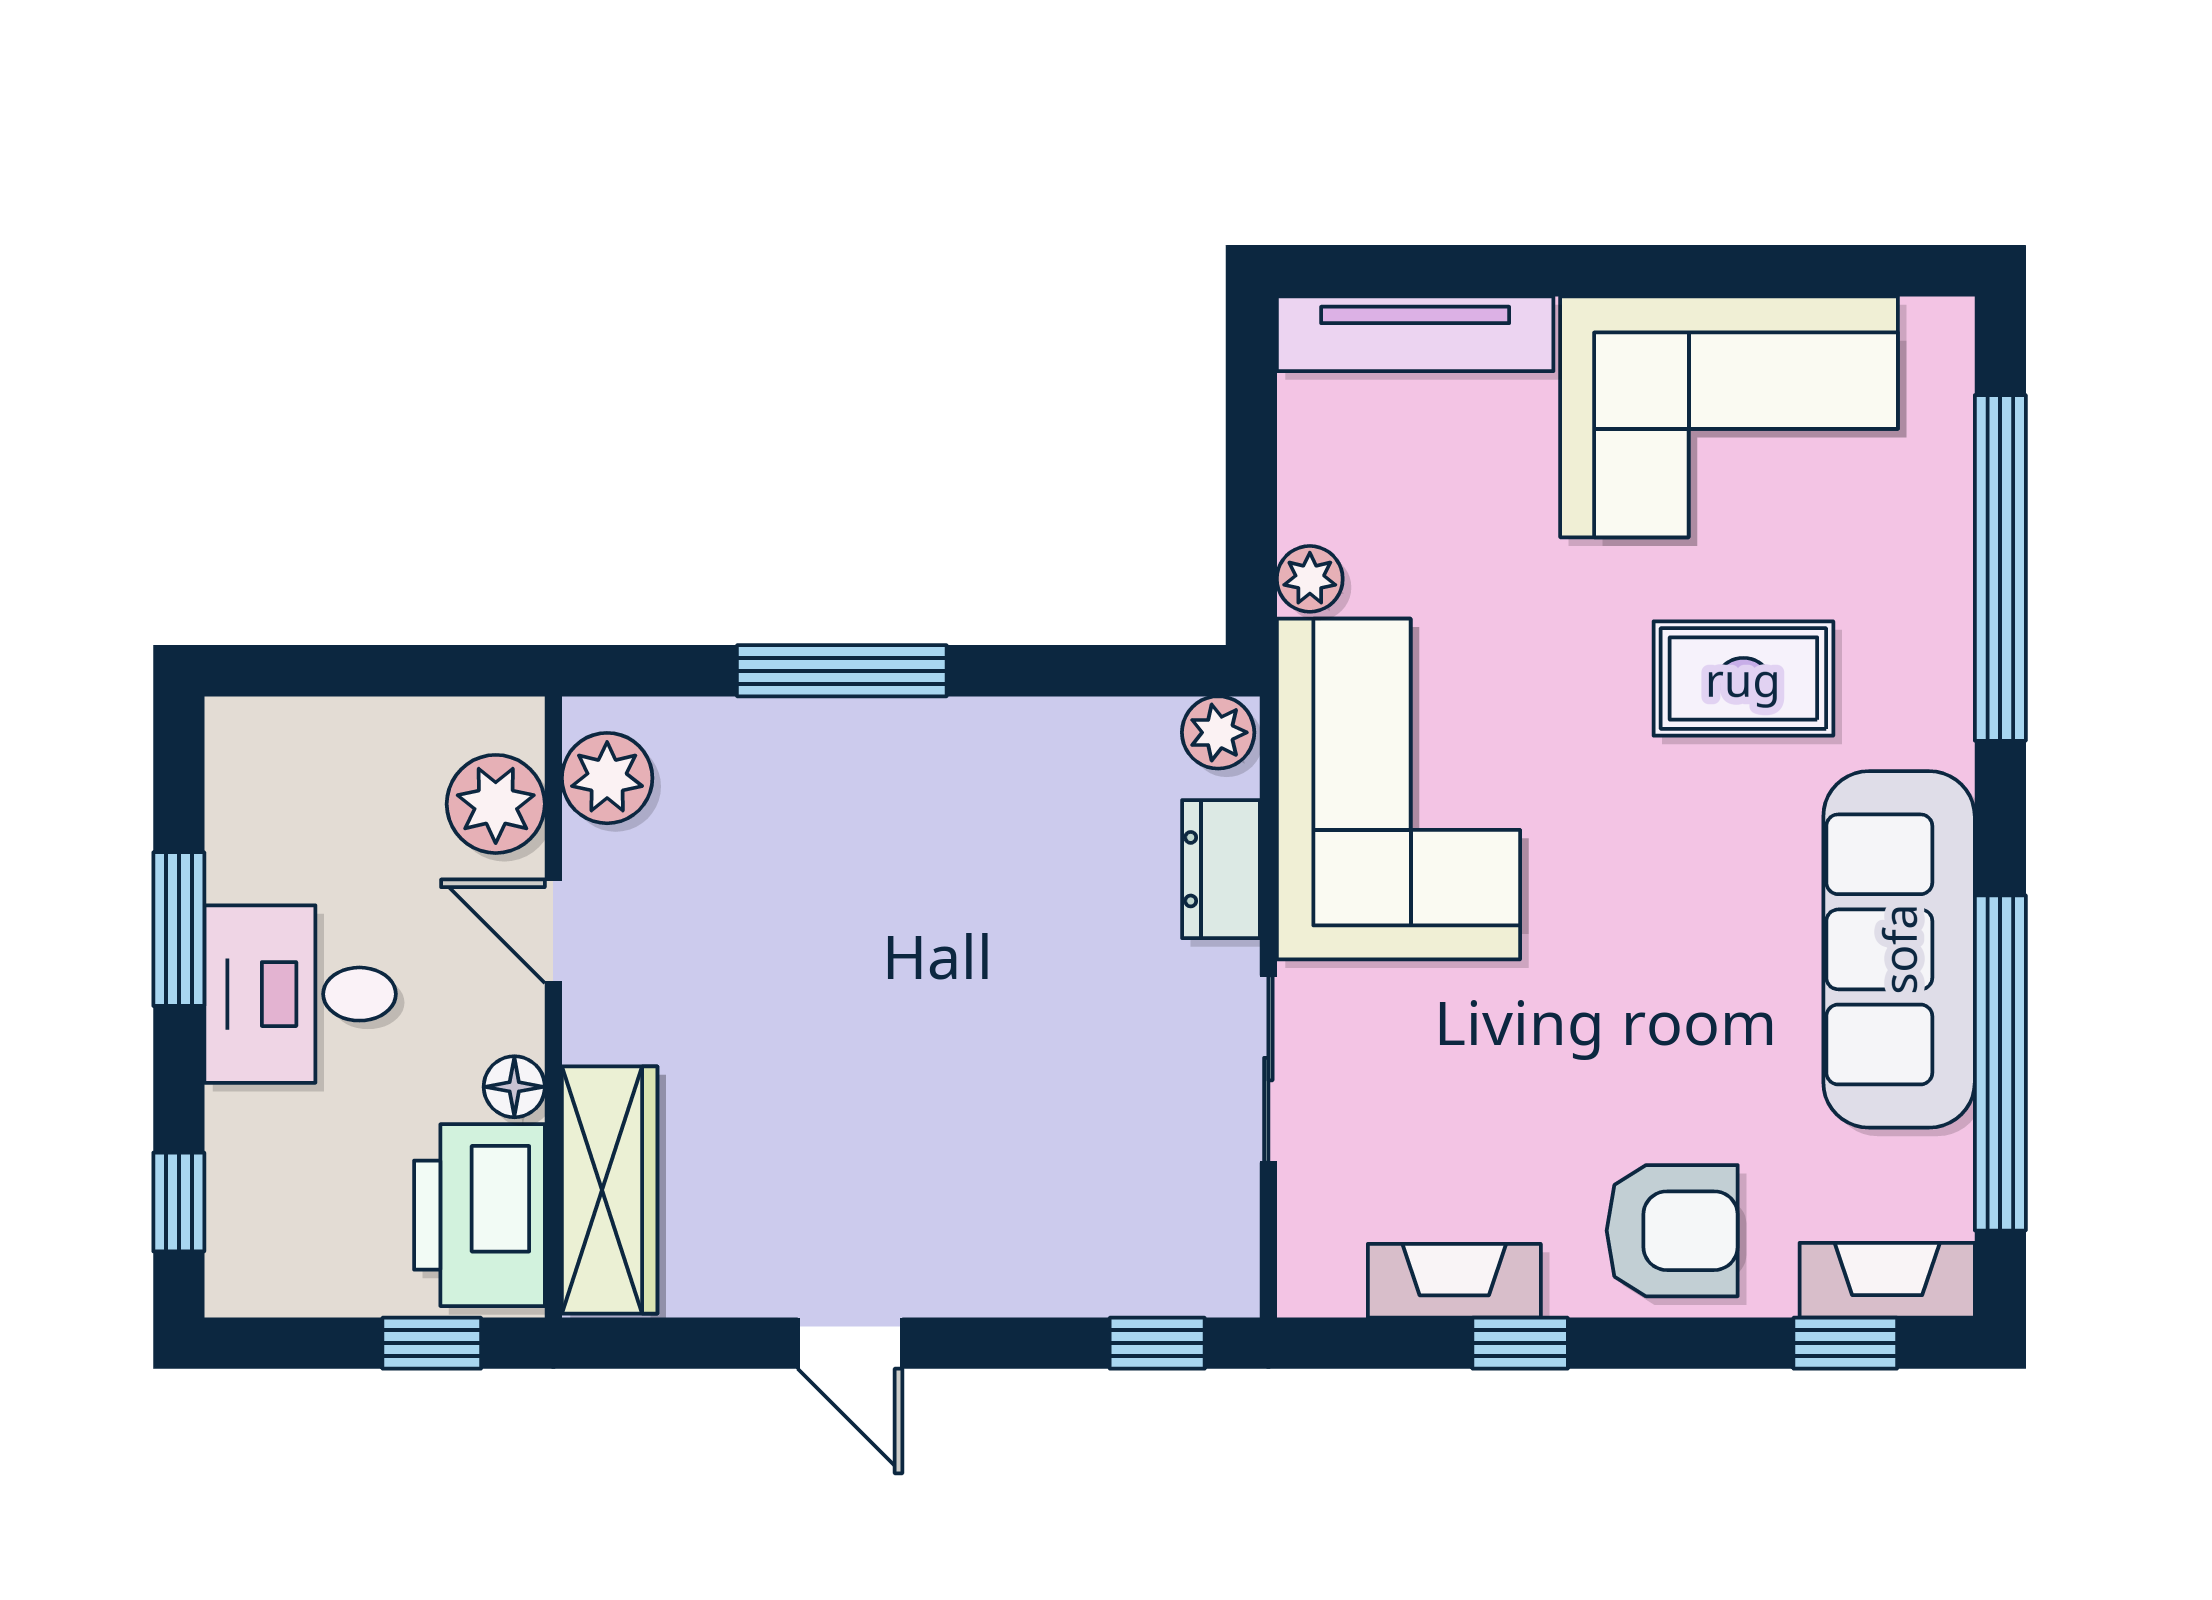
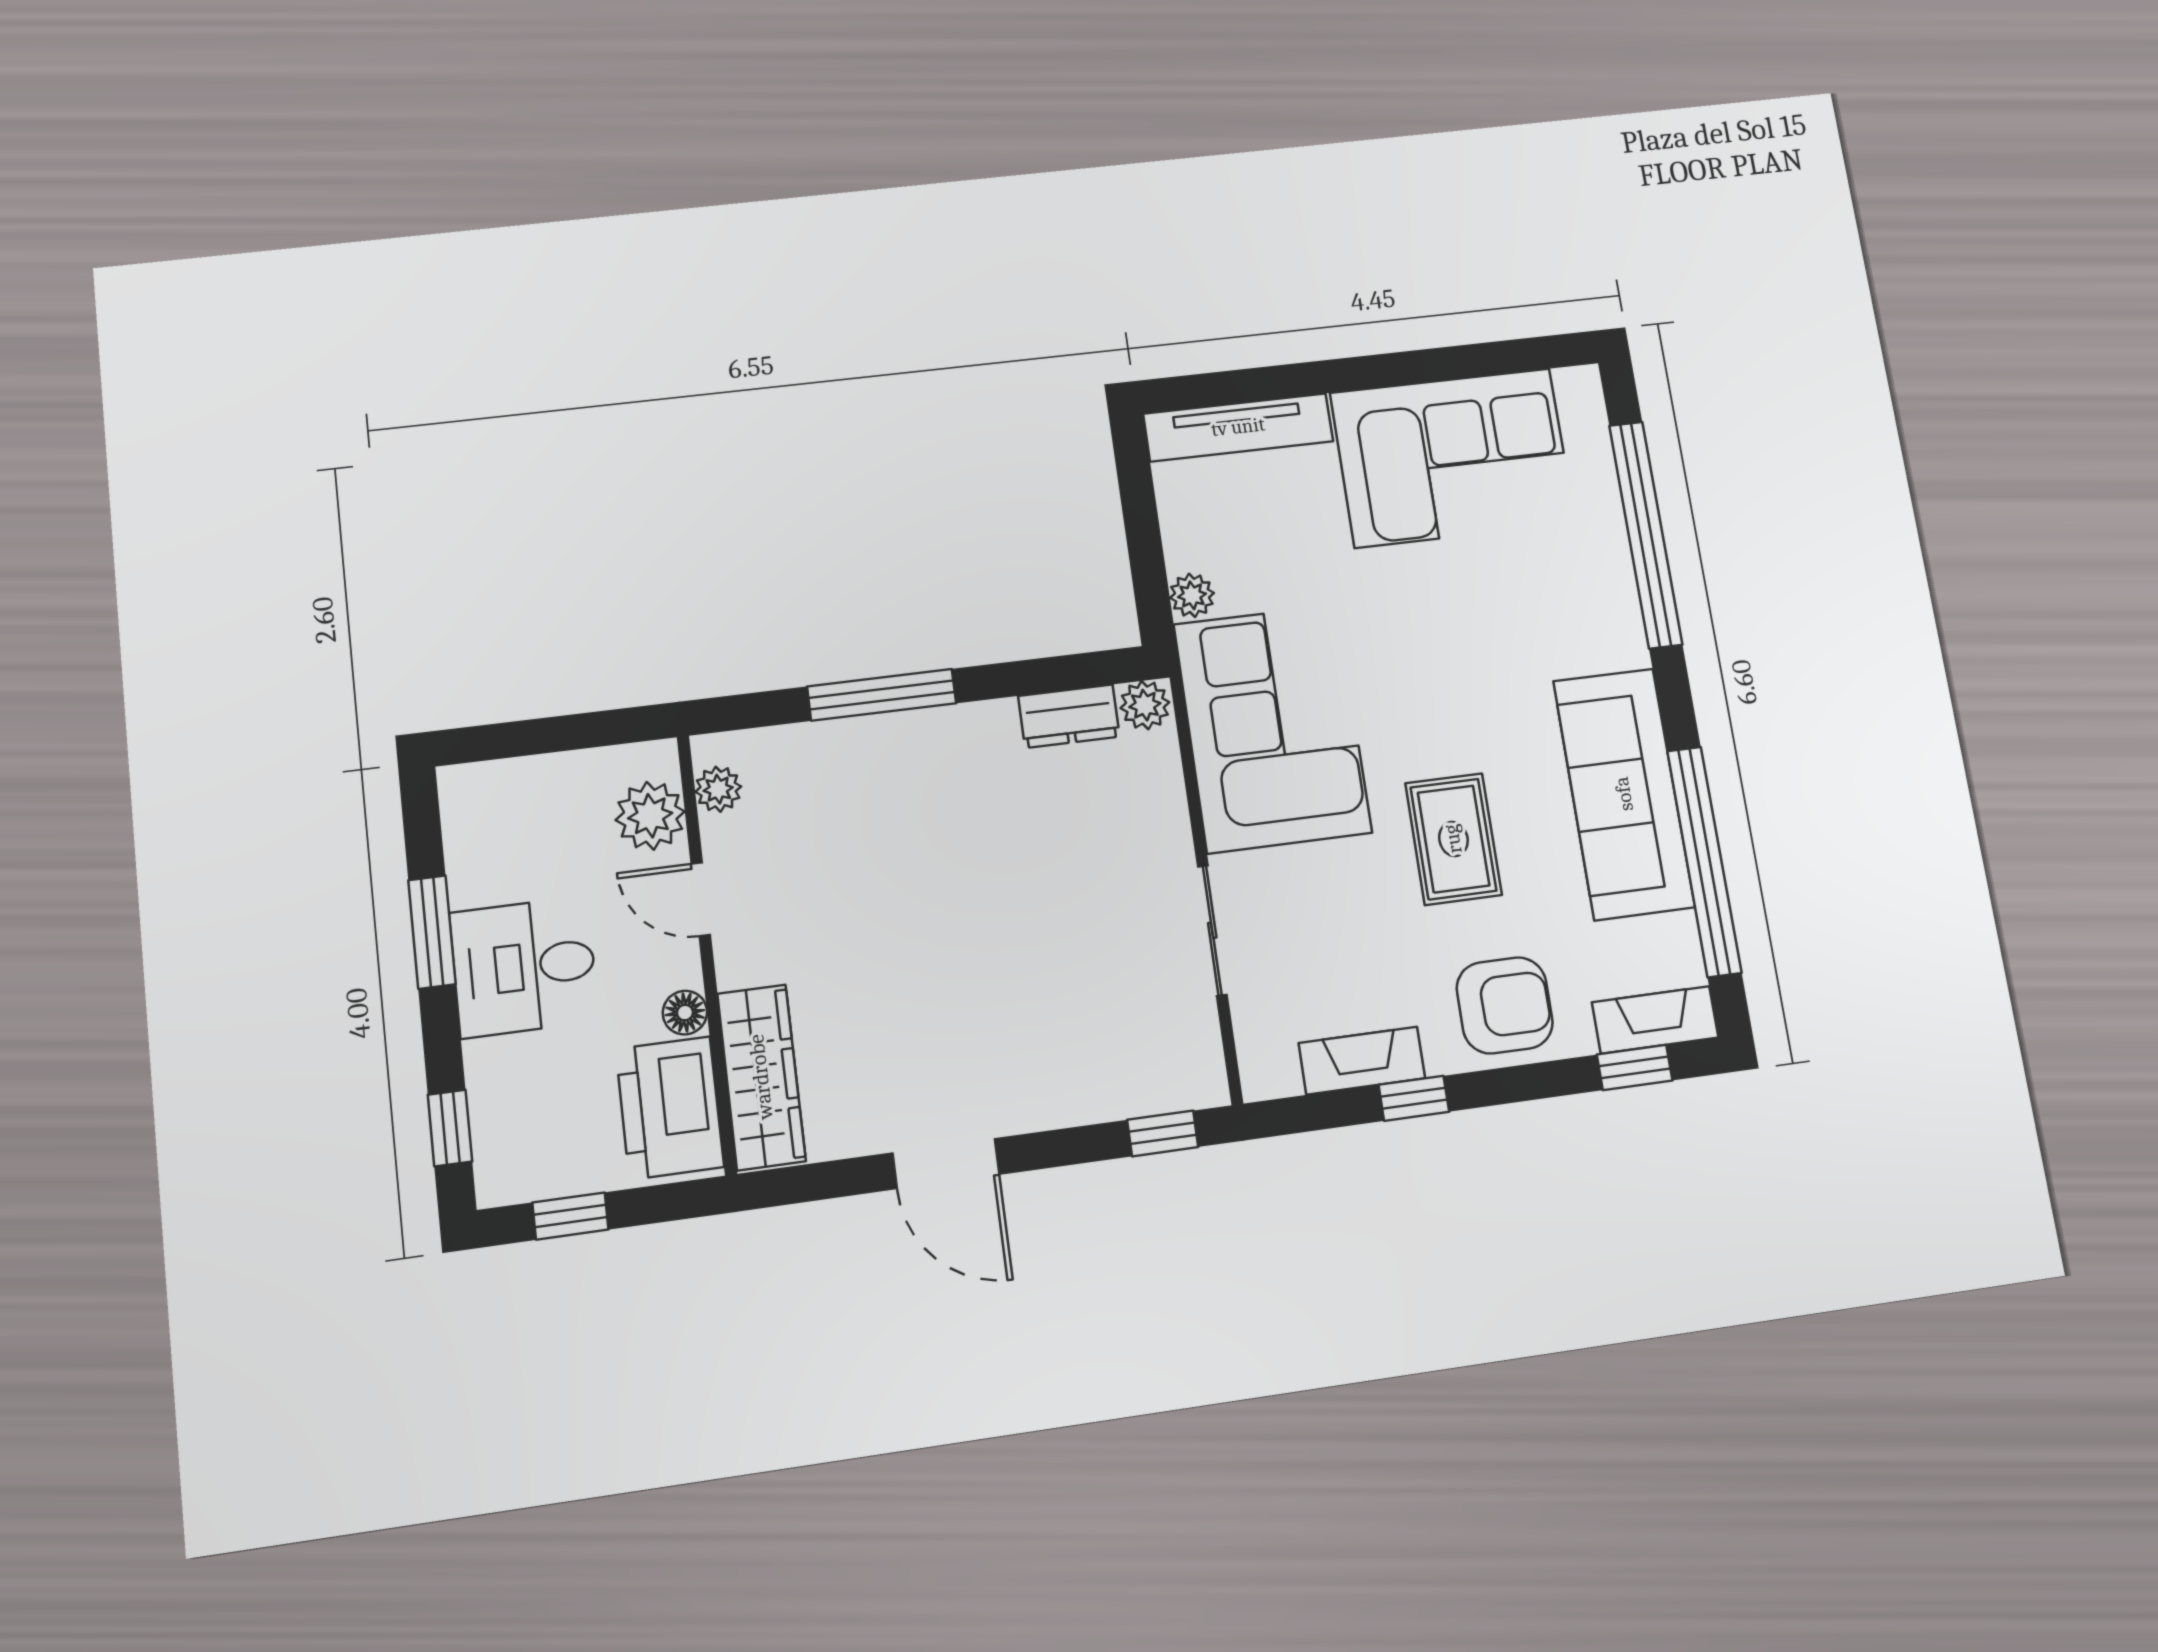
rug: (1743, 679) -> (1453, 839), moved, turned 90
plant: (607, 778) -> (718, 789), width x0.73, depth x0.73
dresser: (1221, 869) -> (1069, 716), moved, turned -90
window: (432, 1343) -> (570, 1216), moved
door: (850, 1343) -> (946, 1164), width x1.38

